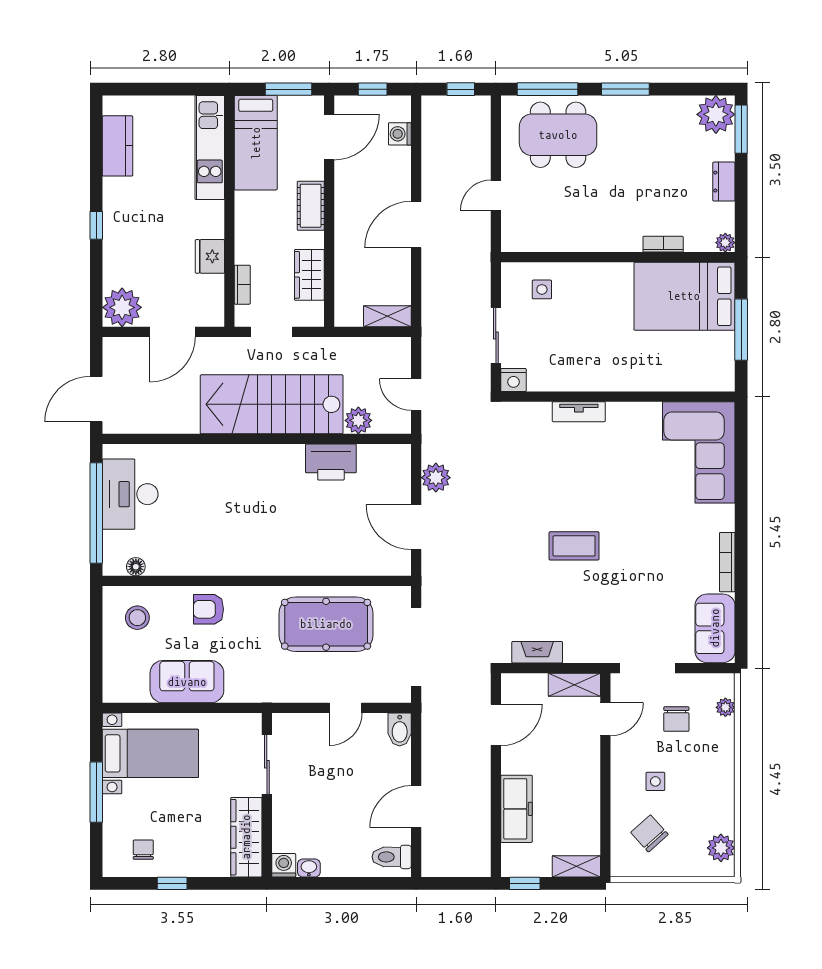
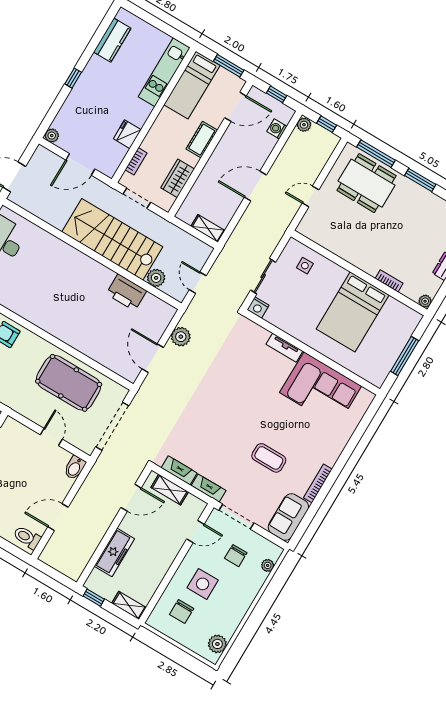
plant: (432, 107) -> (304, 125), added
bed: (684, 296) -> (353, 312), moved, turned -90
plant: (122, 307) -> (52, 136), width x0.53, depth x0.53
corner sofa: (699, 452) -> (321, 389), moved, turned -90
coffee table: (574, 546) -> (269, 458), moved
fireplace: (589, 653) -> (209, 488), added
shelving: (574, 685) -> (170, 490), moved
door: (346, 708) -> (51, 437), swing flipped
side table: (655, 781) -> (203, 584), width x1.87, depth x1.87
chair: (649, 833) -> (182, 611), turned -138

